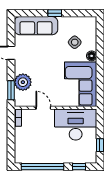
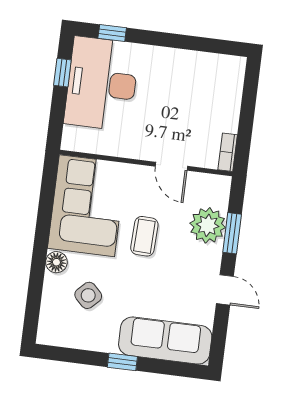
coffee table: (52, 73) -> (144, 236), added
window: (11, 90) -> (232, 233), moved
desk: (76, 125) -> (102, 84), moved, turned 90
window: (43, 167) -> (189, 43), removed

